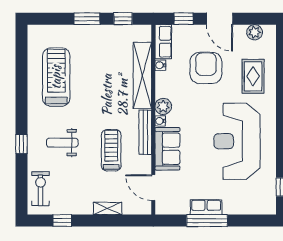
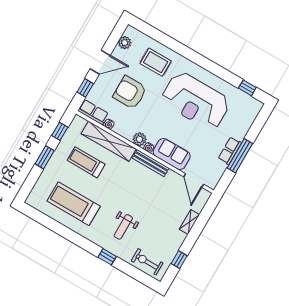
treadmill: (111, 150) -> (86, 162), moved
door: (153, 188) -> (194, 180), hinge flipped

